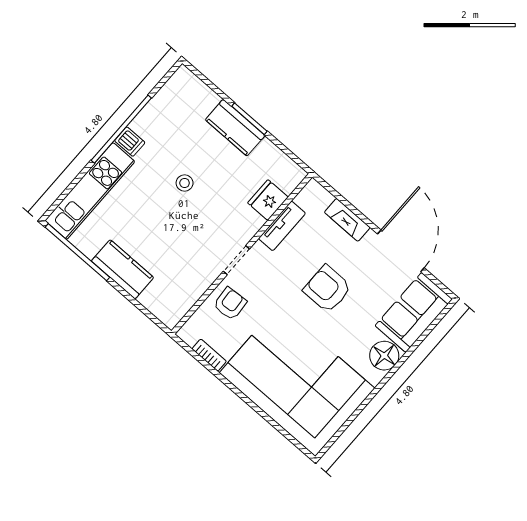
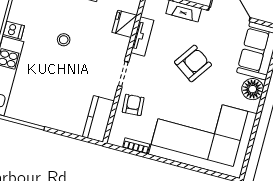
kitchen counter: (122, 269) -> (98, 119), moved, turned -90
armchair: (327, 289) -> (193, 63), turned 125

